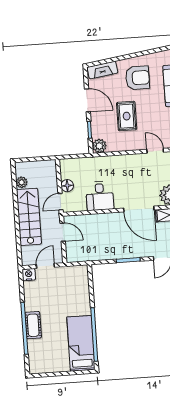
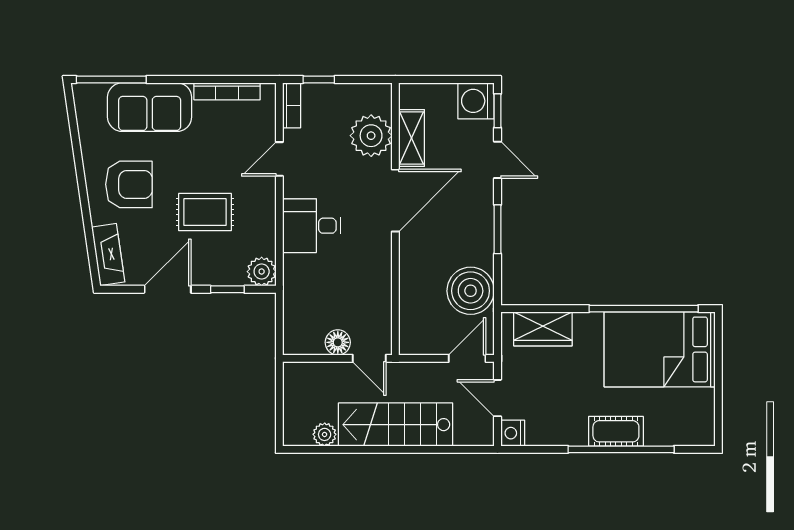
armchair: (138, 78) -> (129, 184), turned 90
desk: (100, 196) -> (312, 226), moved, turned 180
door: (63, 232) -> (467, 358), moved
boiler: (97, 249) -> (471, 291), added
wardrobe: (81, 286) -> (543, 329), added
bed: (81, 343) -> (660, 349), width x1.50

